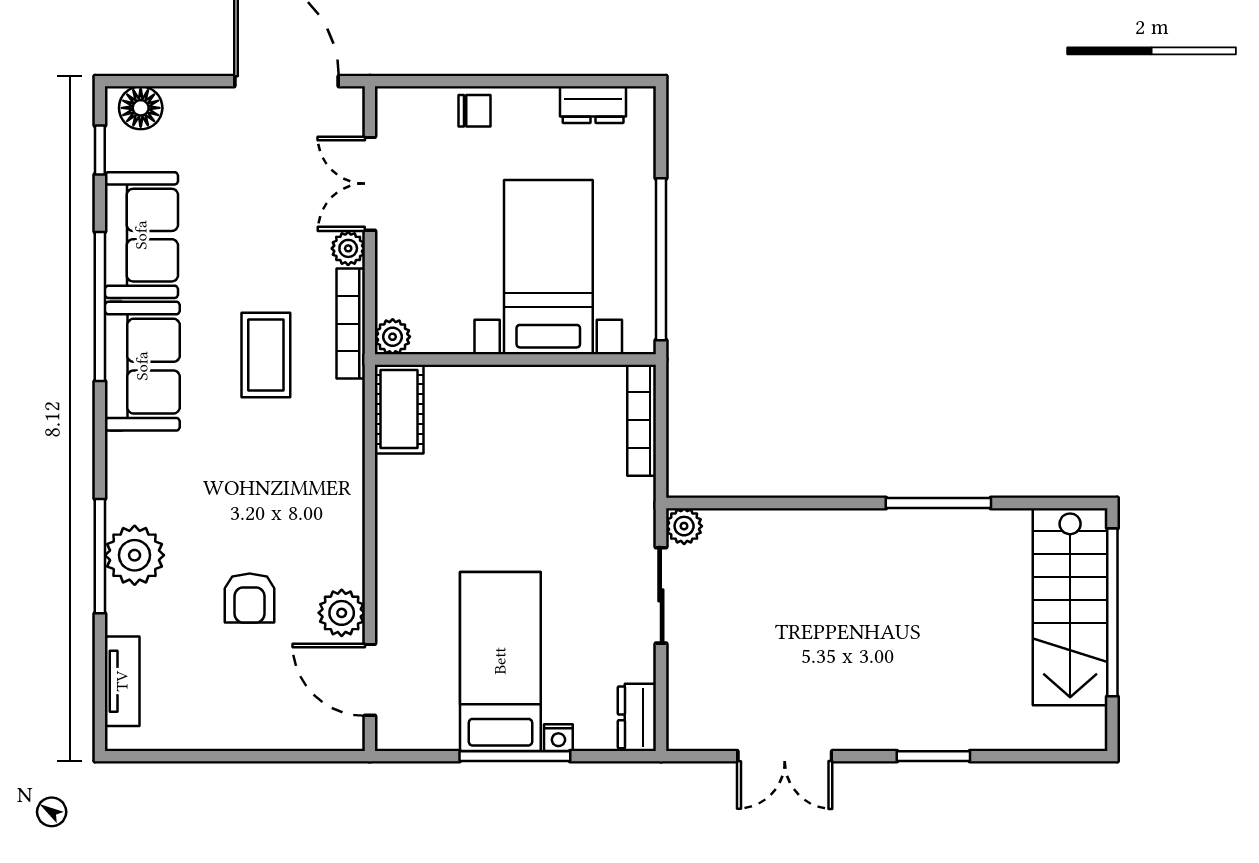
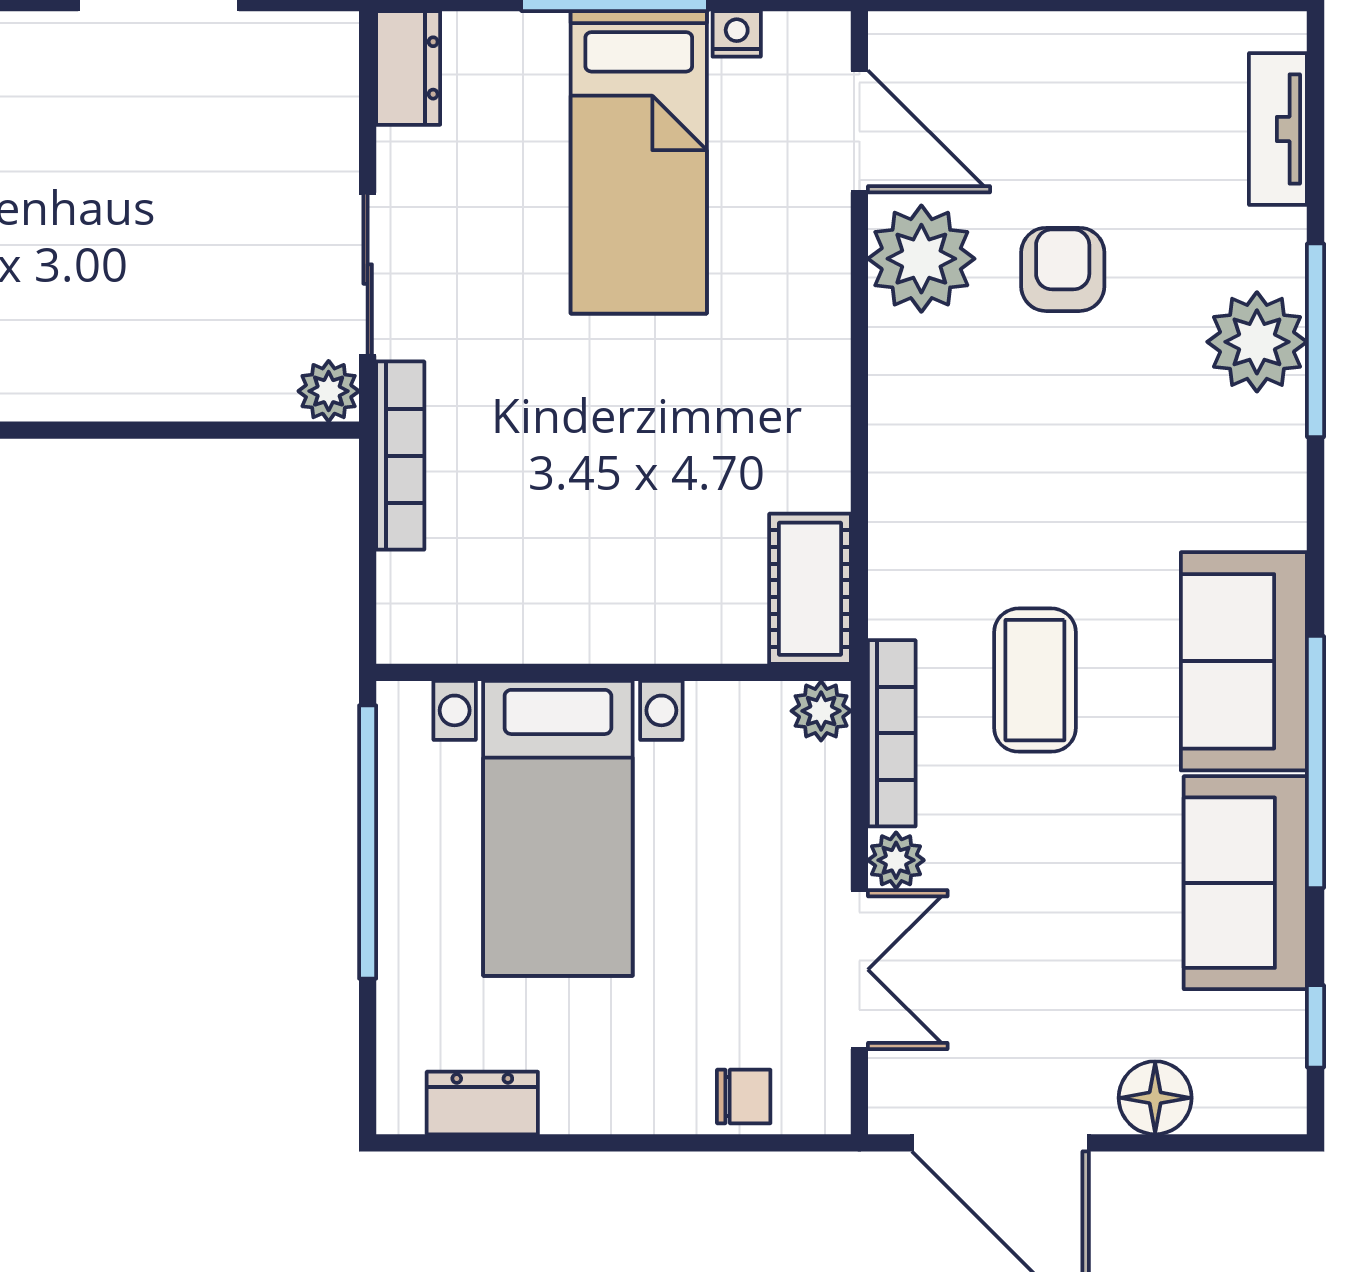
floor lamp: (141, 108) -> (1155, 1098), moved
chair: (475, 111) -> (744, 1097), moved, turned 180
bookcase: (642, 420) -> (400, 456), moved
plant: (342, 613) -> (921, 259), width x1.36, depth x1.36
nightstand: (558, 738) -> (737, 34), moved

